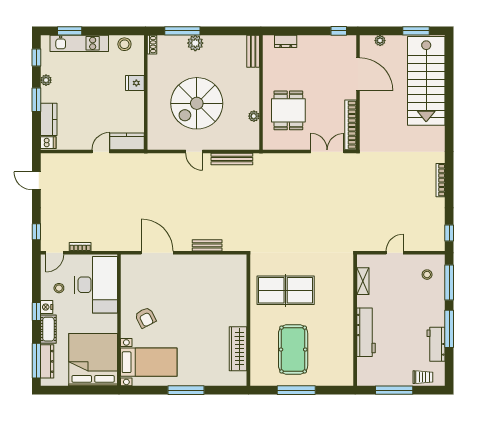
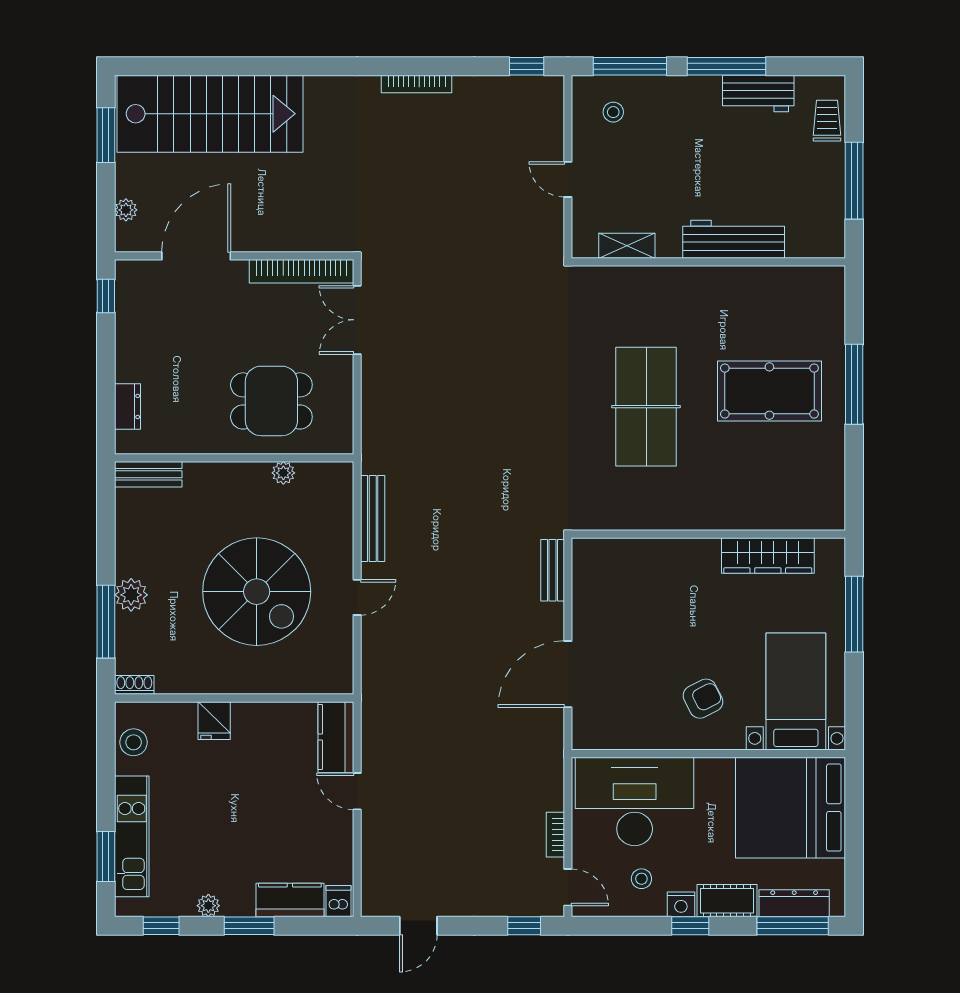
wall: (248, 320) -> (708, 534), moved
wardrobe: (238, 349) -> (768, 555), moved

